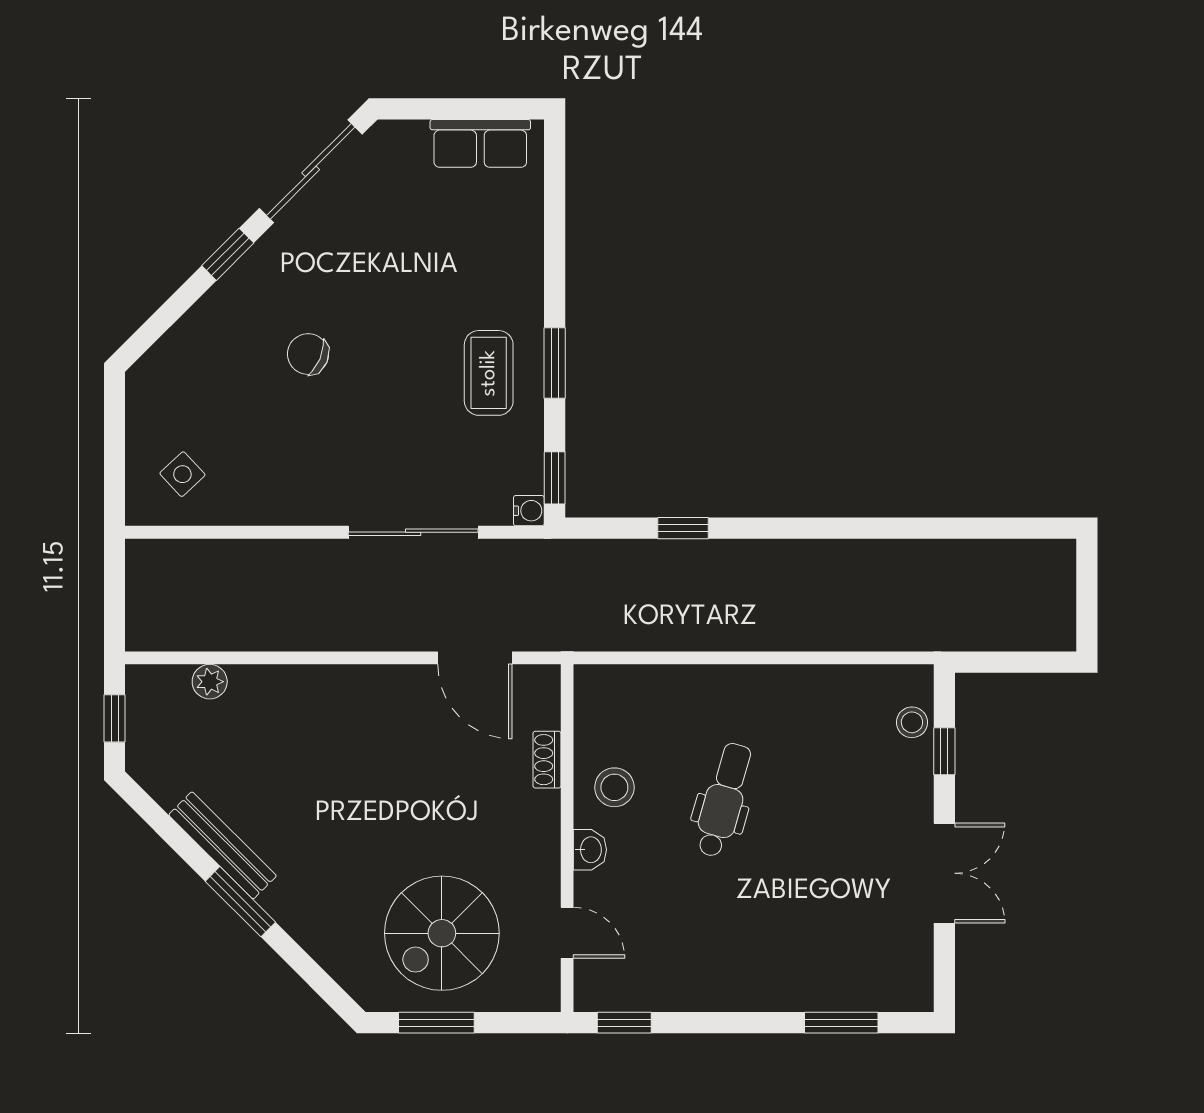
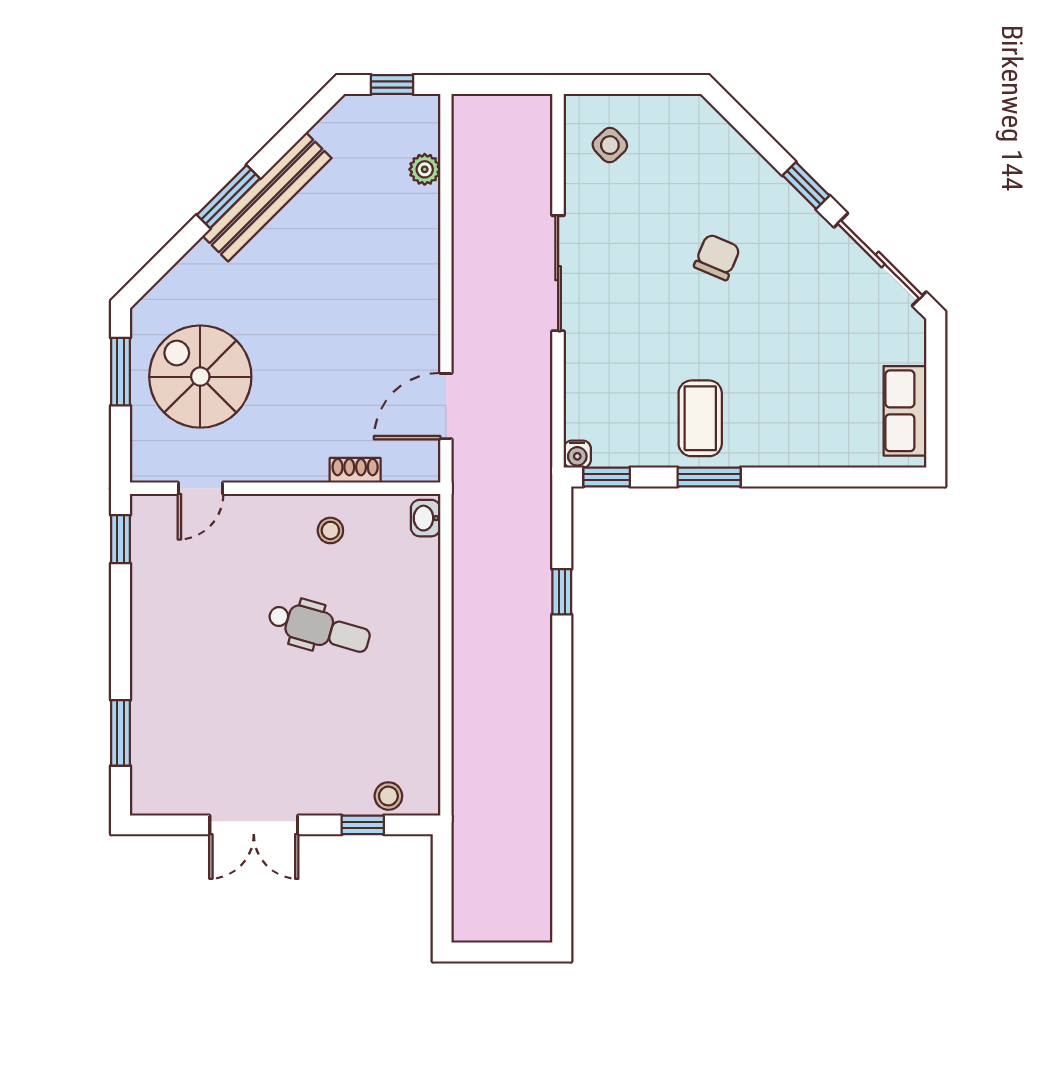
coffee table: (489, 373) -> (700, 418), turned 90
sliding door: (413, 532) -> (558, 273), moved
stool: (614, 787) -> (330, 530), width x0.73, depth x0.73
bench: (223, 845) -> (267, 197), width x1.37, depth x1.21
washbasin: (590, 850) -> (426, 518), moved, turned 90

